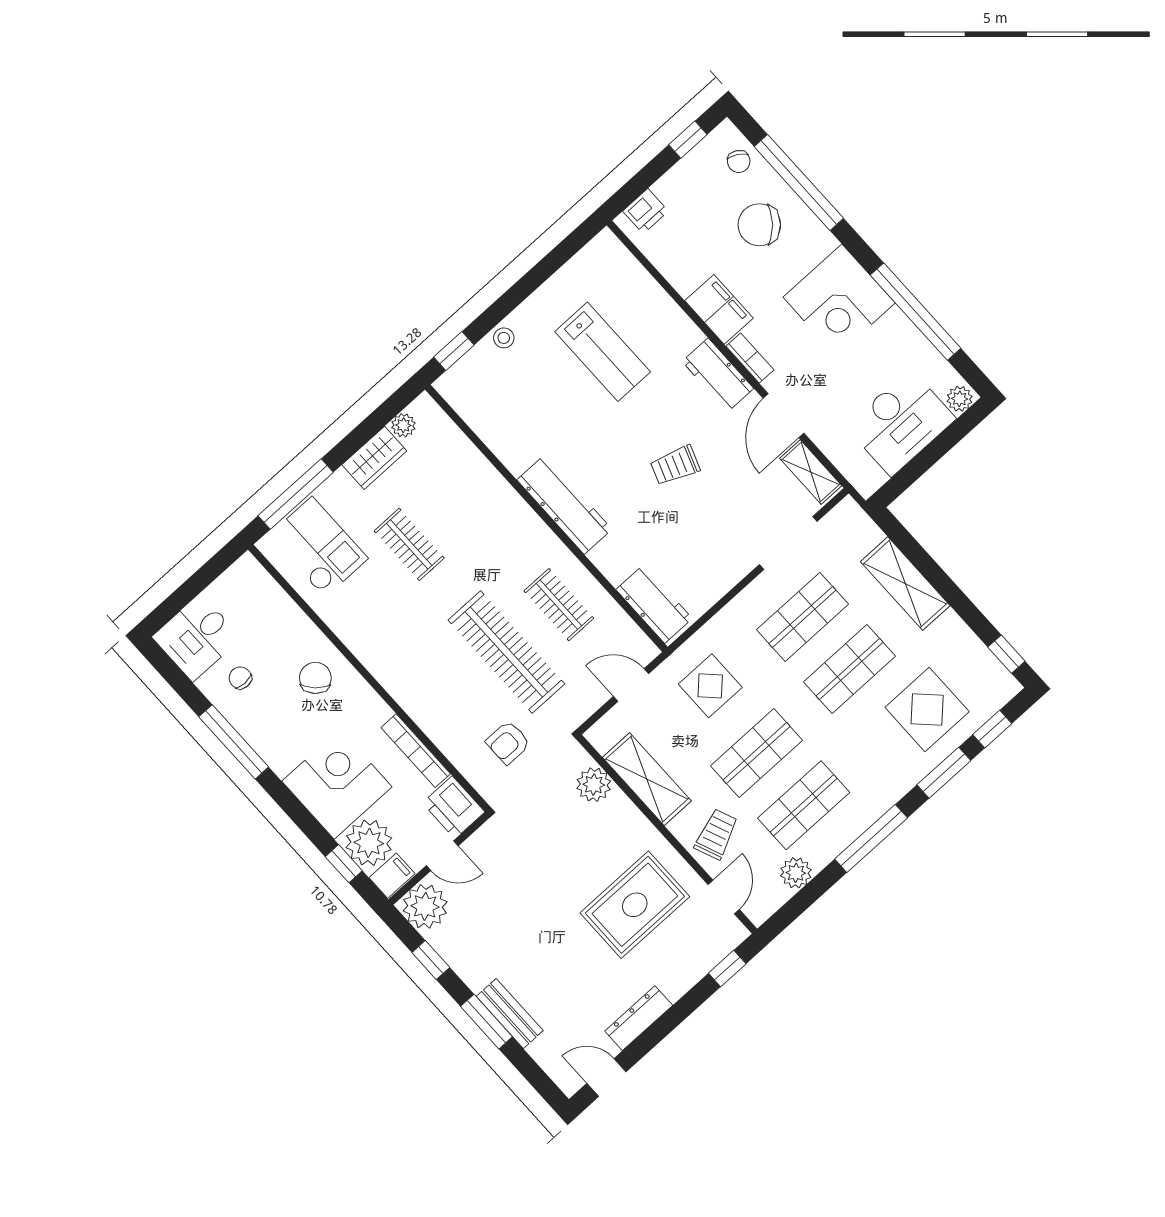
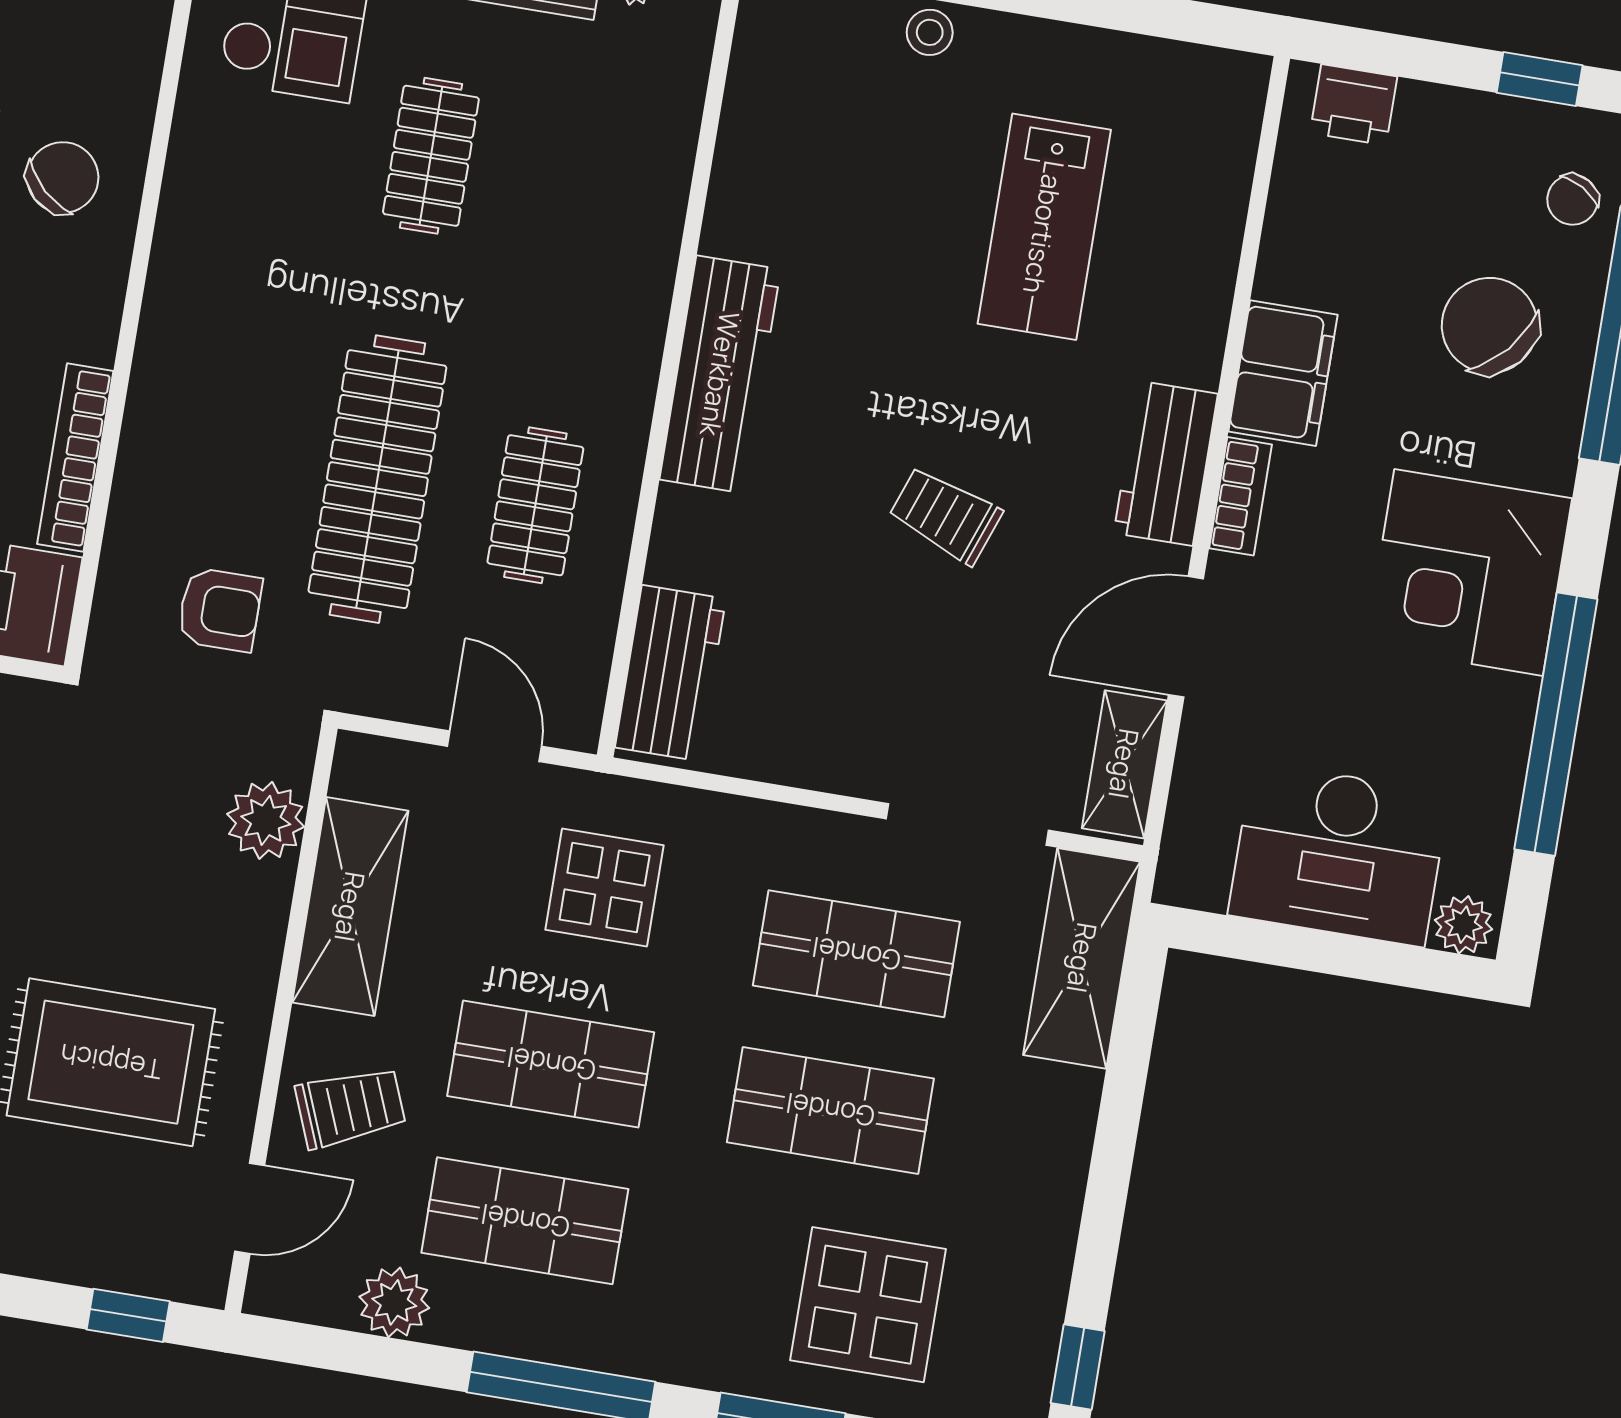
shelving: (905, 584) -> (1082, 958), moved
armchair: (508, 743) -> (220, 610), turned 180

